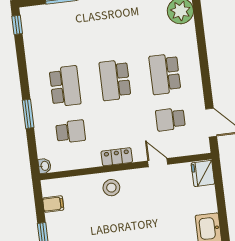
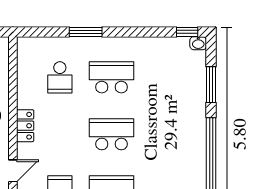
school desk: (65, 86) -> (112, 77), turned 180
washbasin: (45, 166) -> (198, 43), moved

